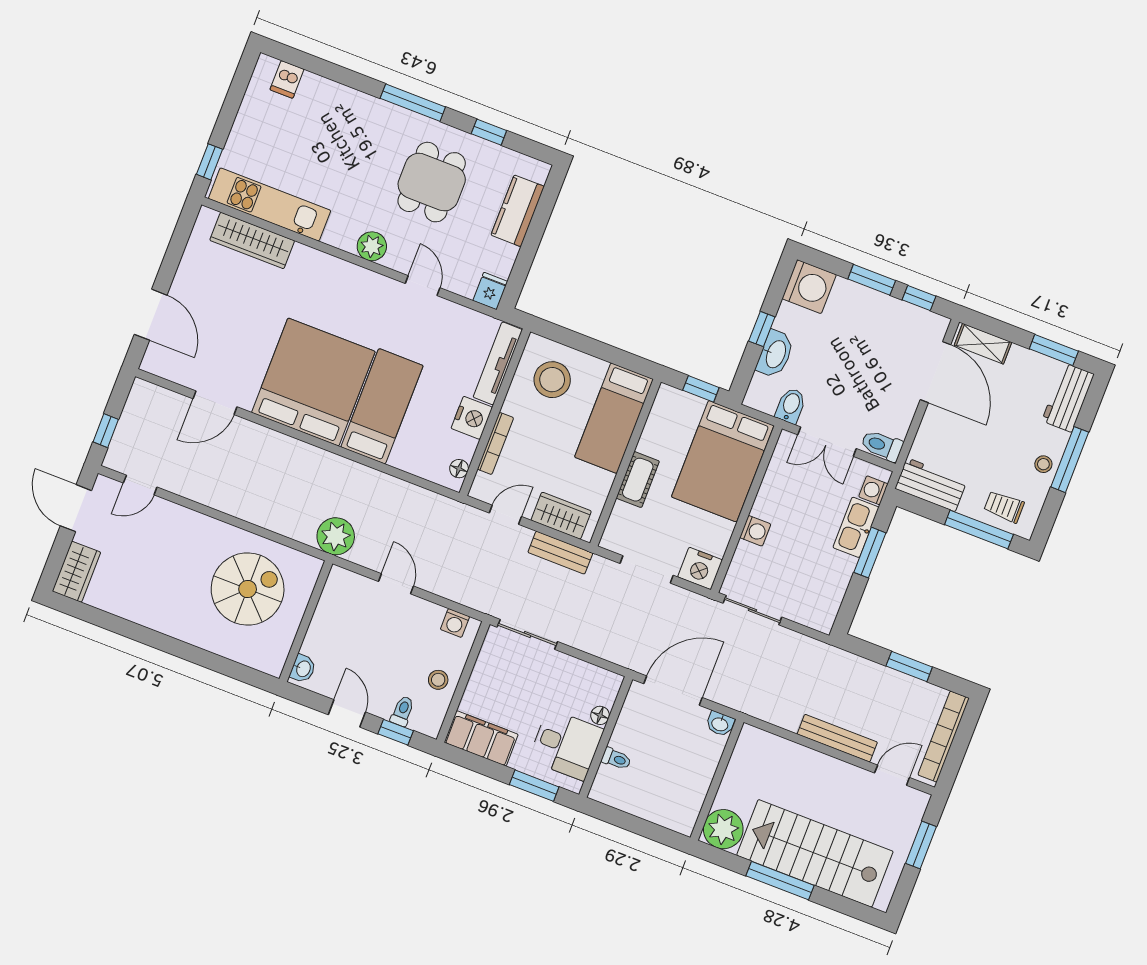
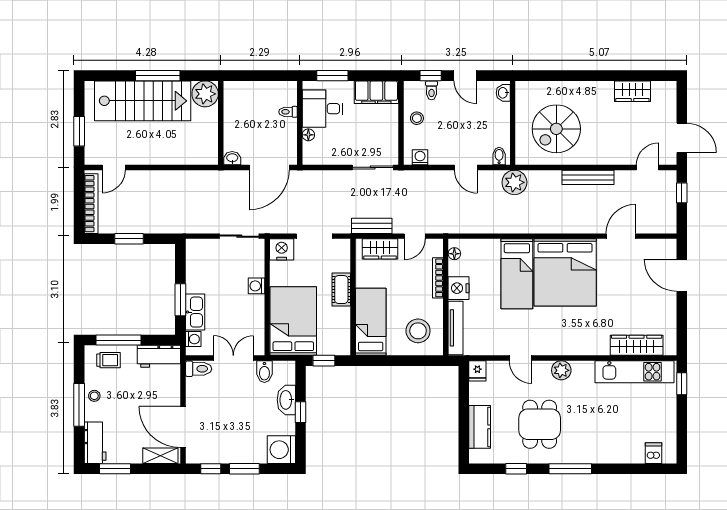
wardrobe: (77, 572) -> (632, 91), moved, turned -90
bidet: (343, 582) -> (499, 156), added
bench: (837, 738) -> (588, 177), moved

